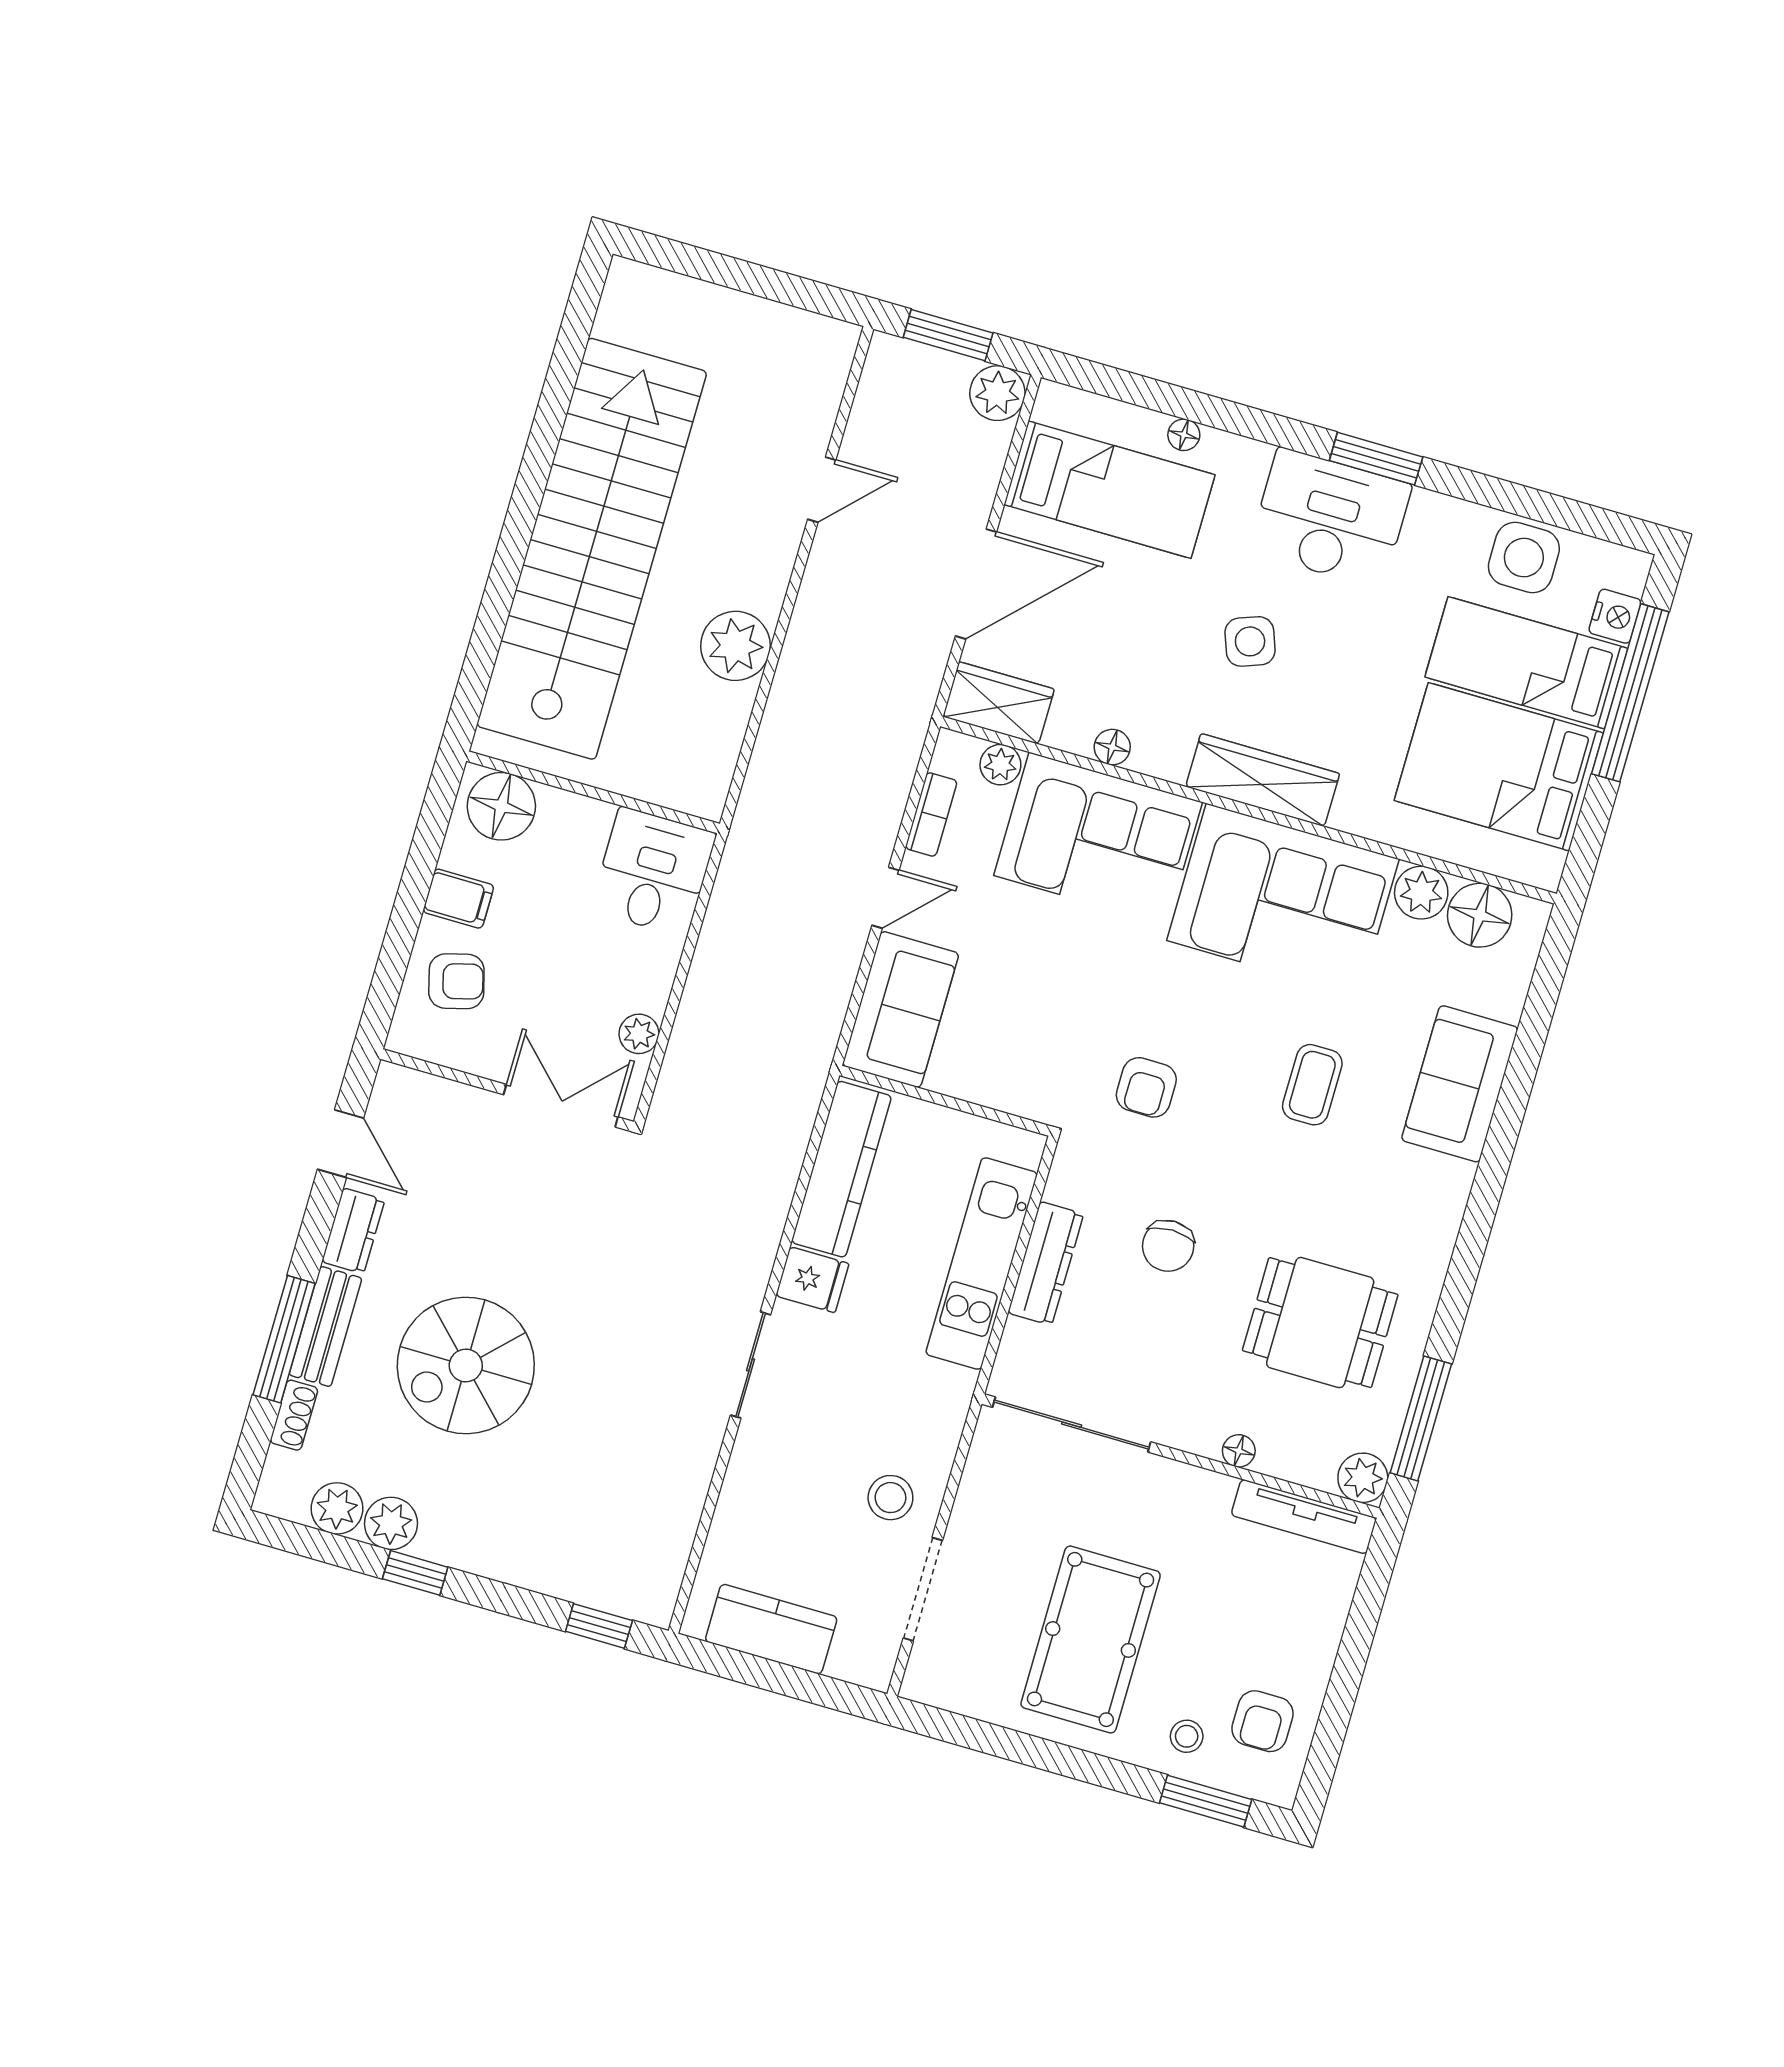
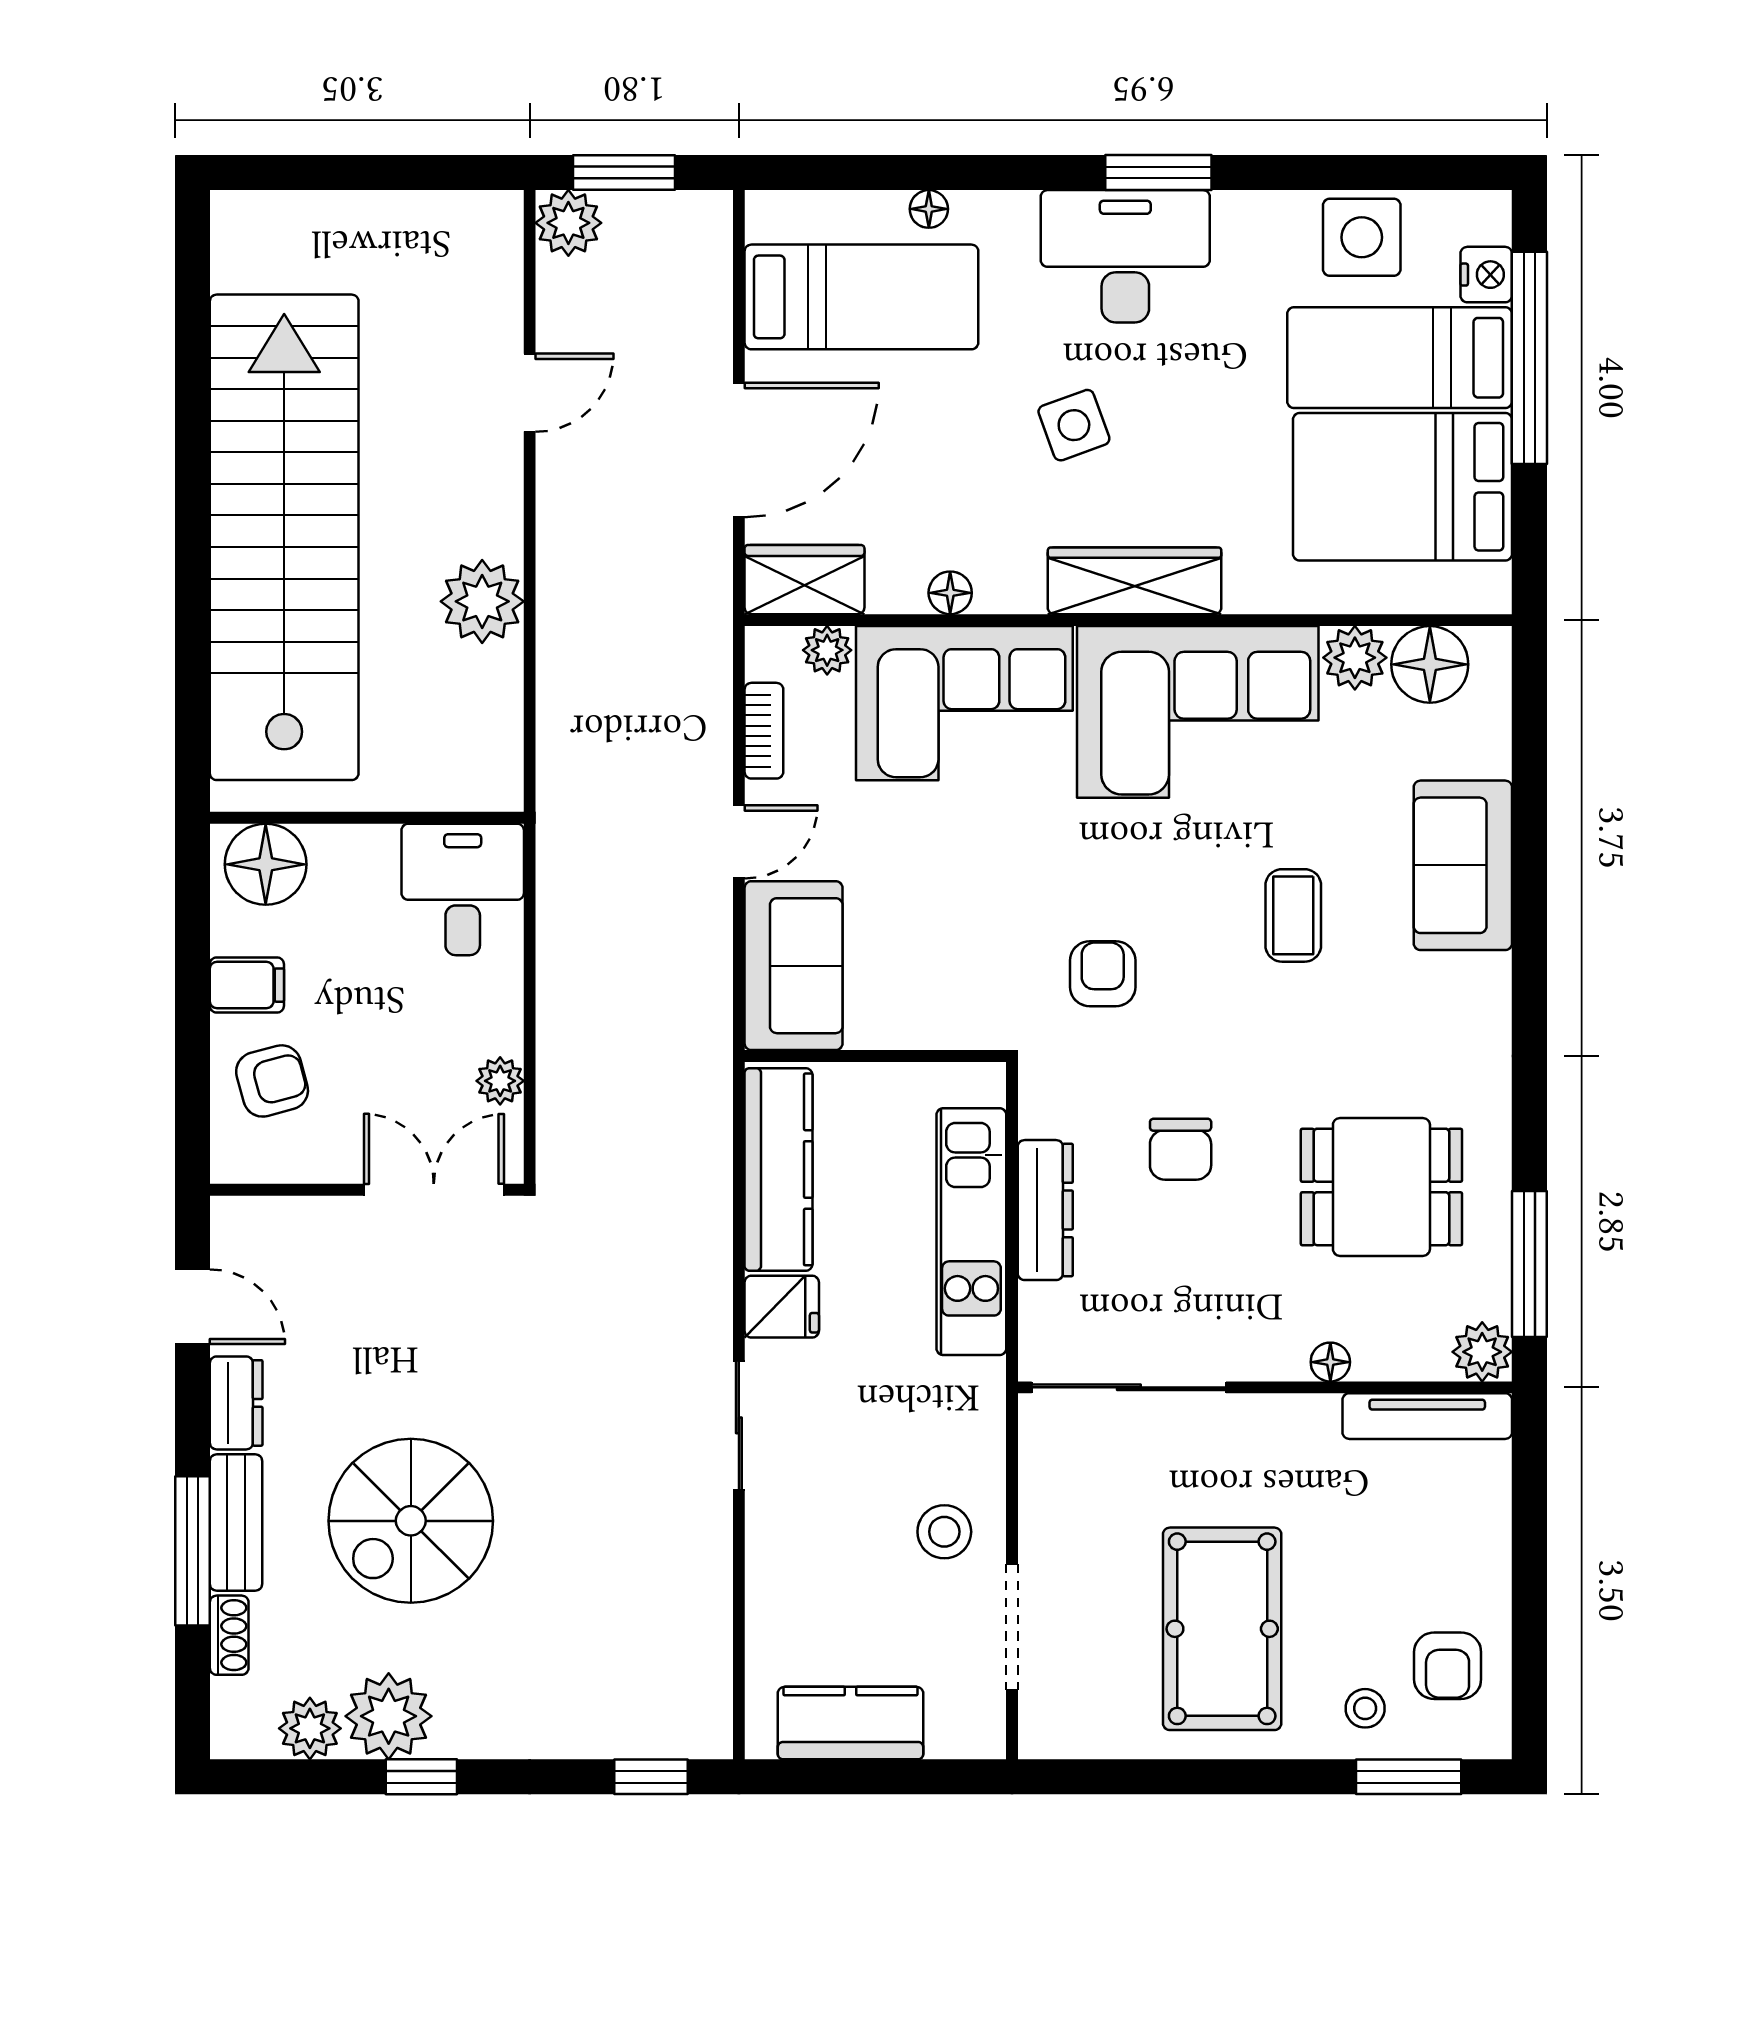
plant: (997, 393) -> (568, 223), moved
armchair: (1146, 1087) -> (1103, 974), turned 180
plant: (391, 1523) -> (389, 1716), width x1.36, depth x1.36

